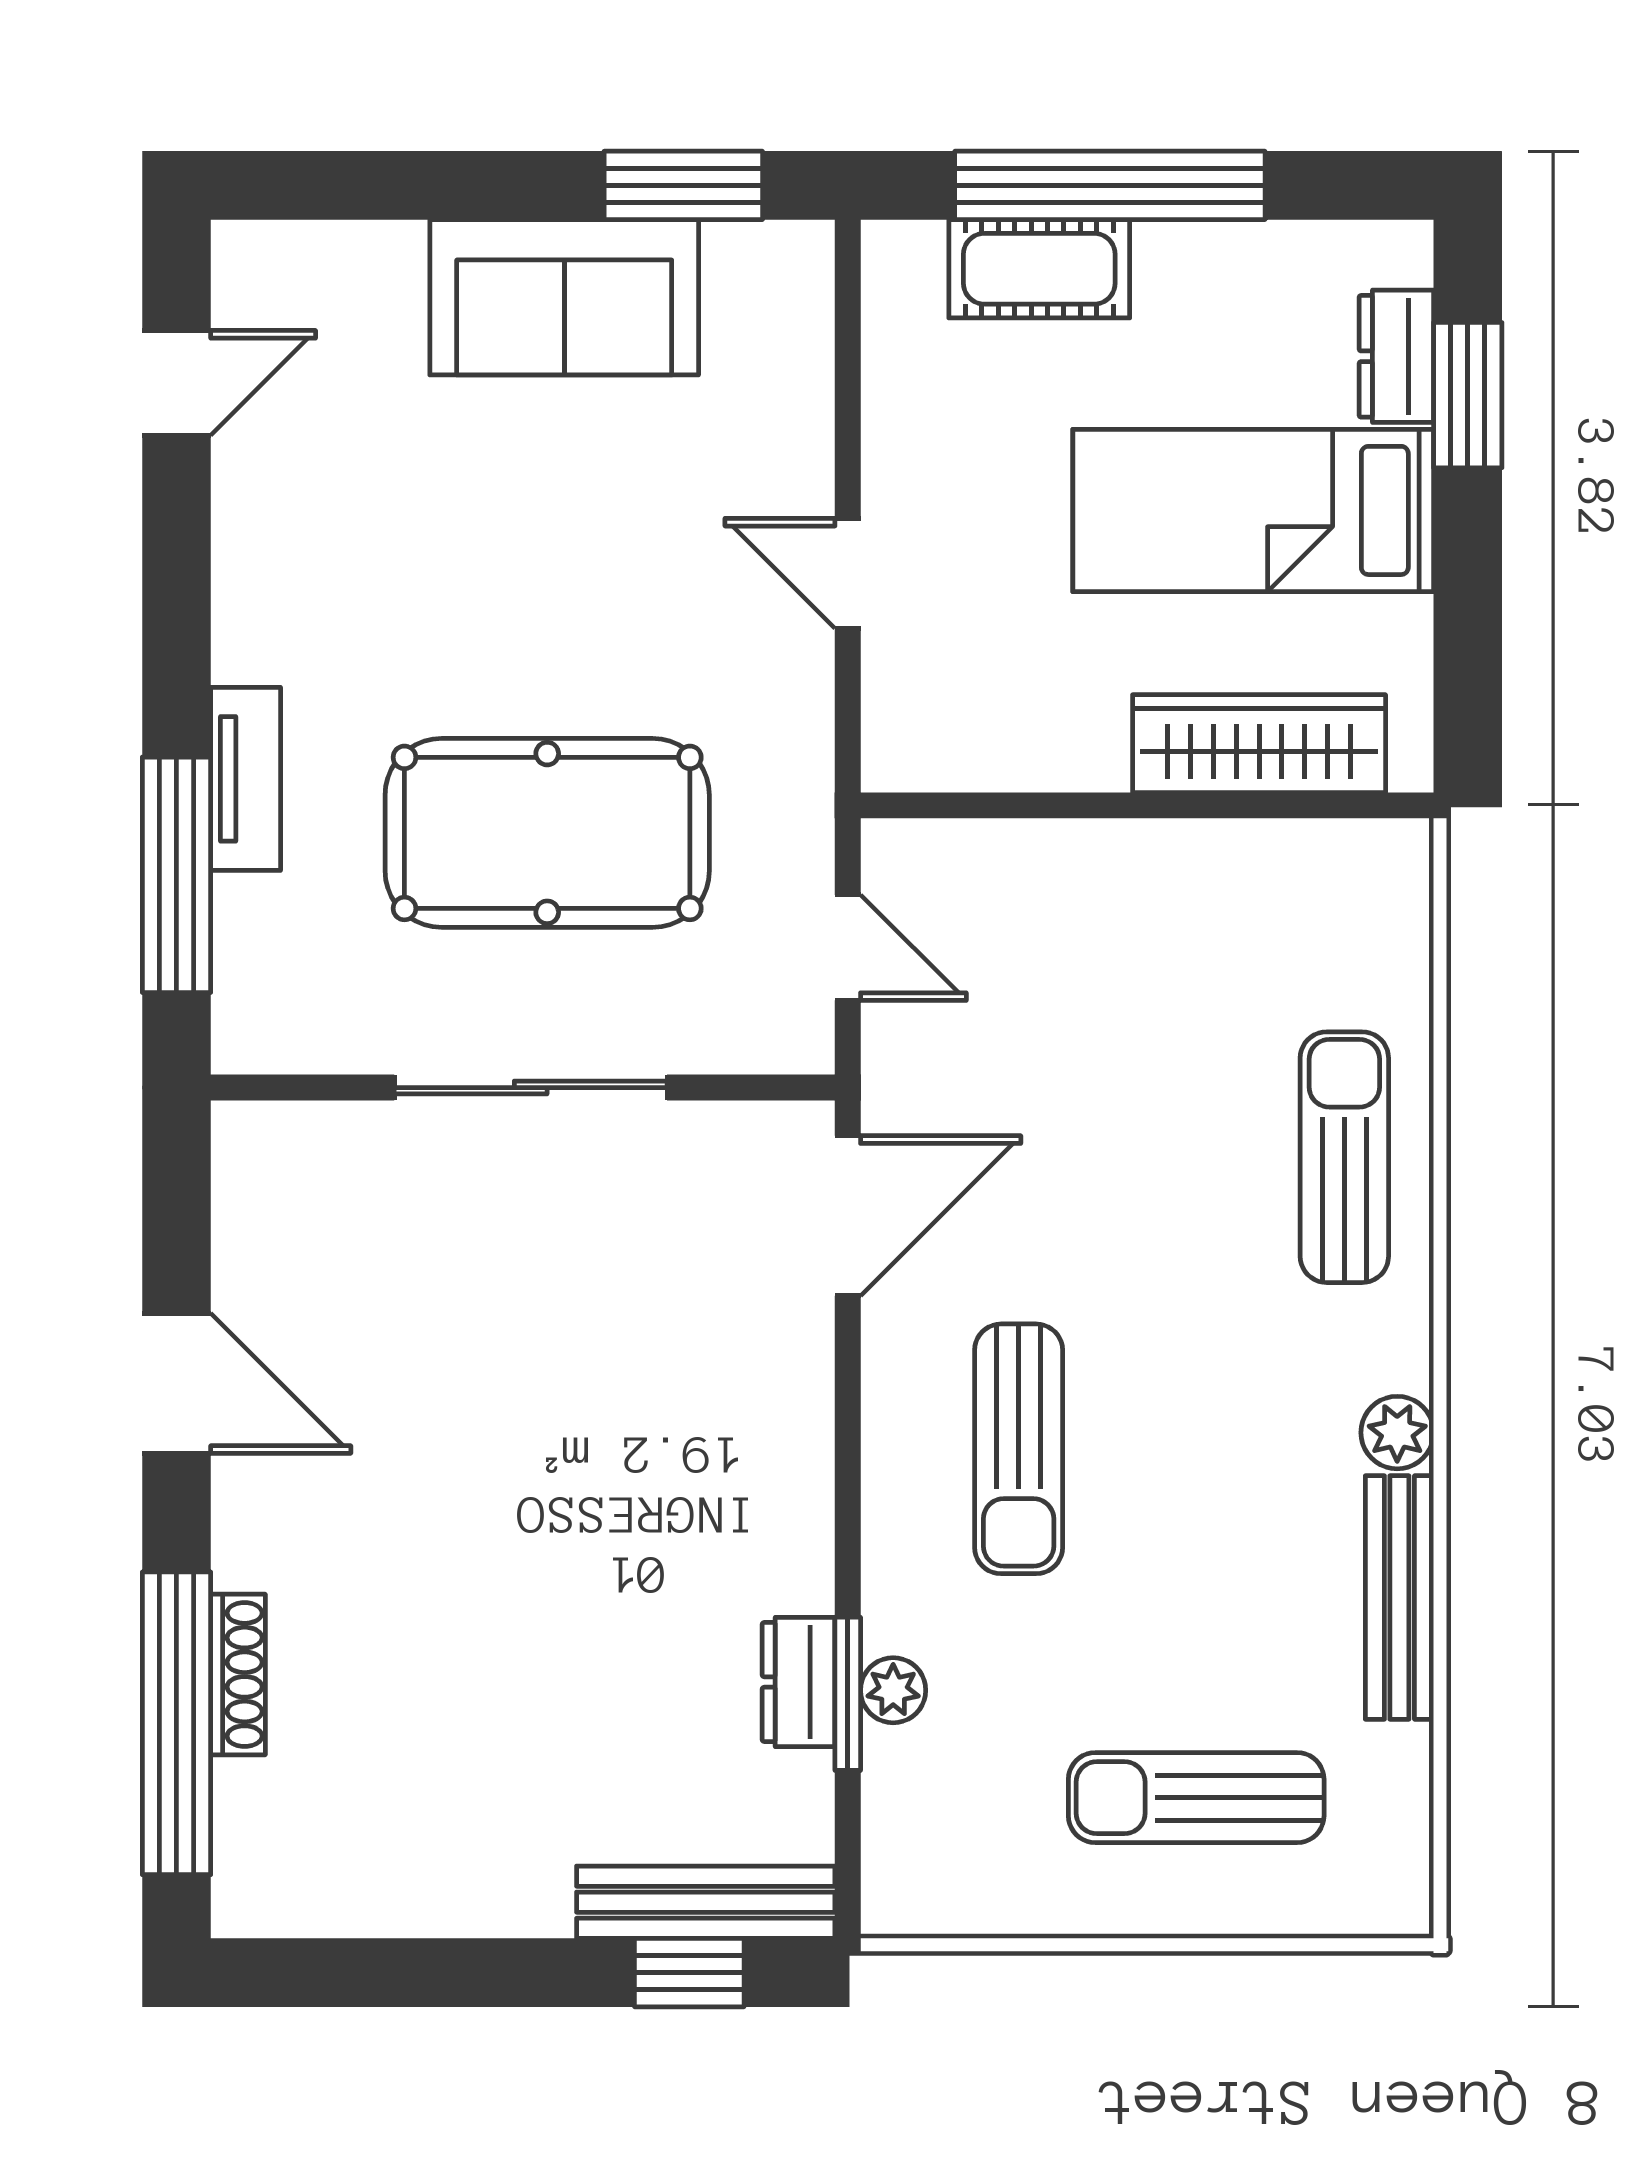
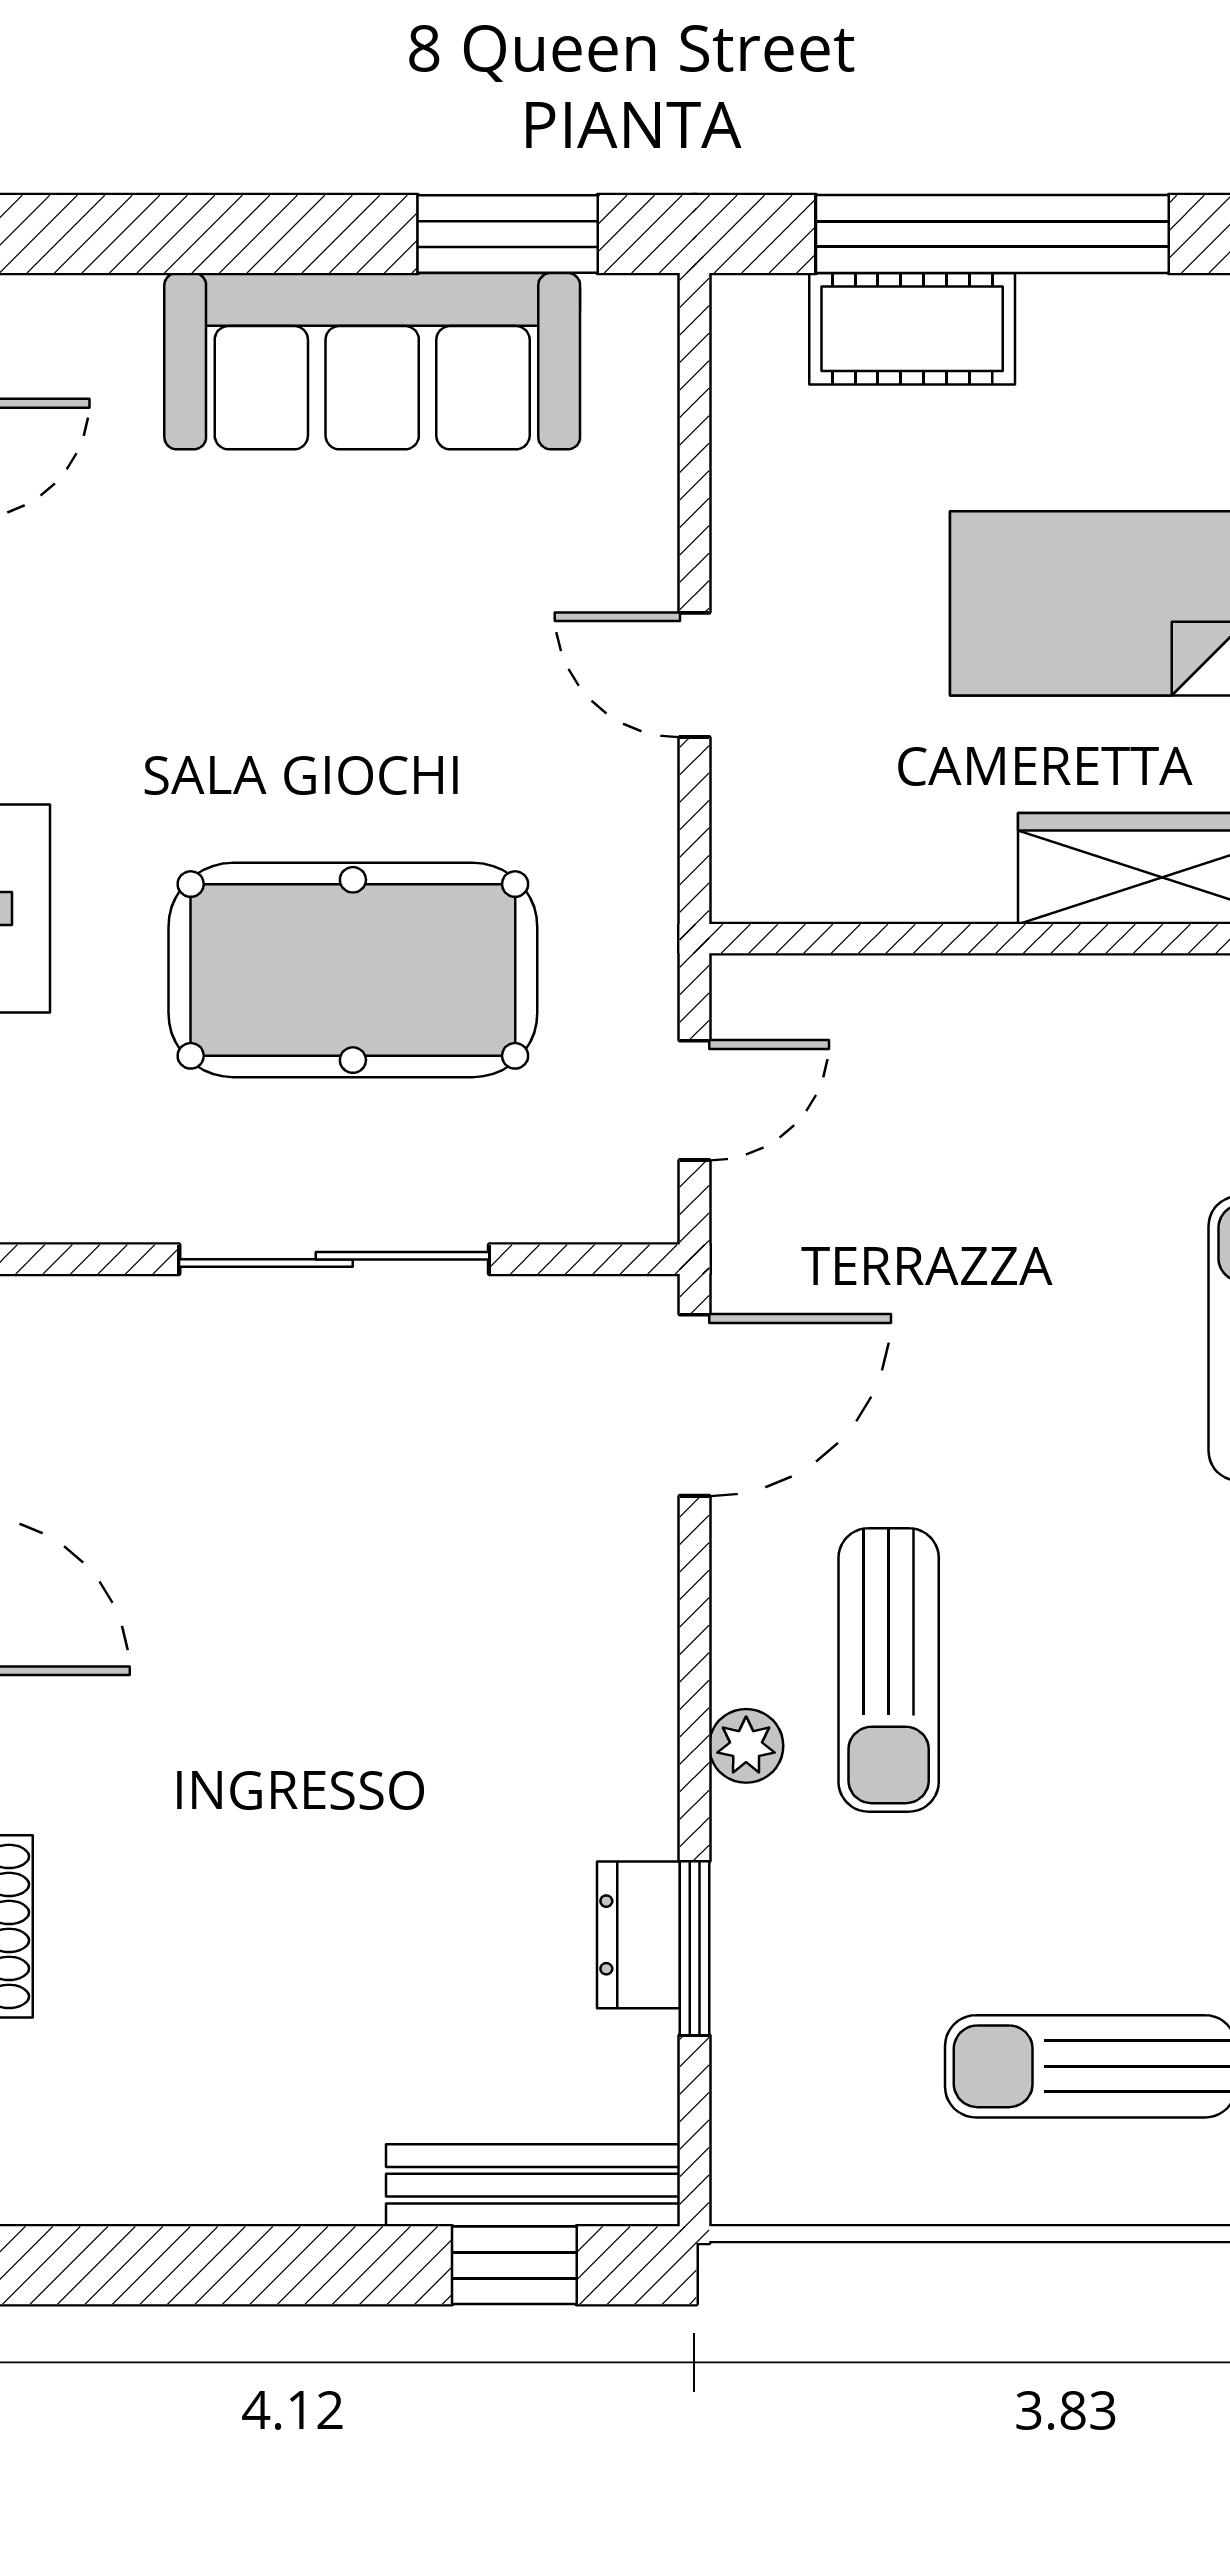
sofa: (564, 297) -> (372, 361), width x1.36
door: (848, 948) -> (694, 1100), hinge flipped
plant: (893, 1690) -> (746, 1746), moved

